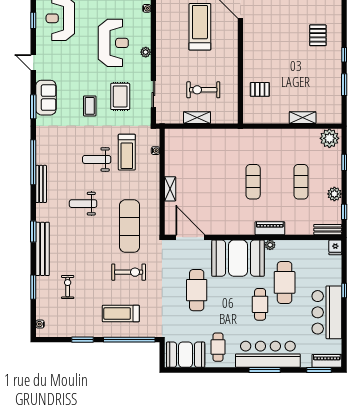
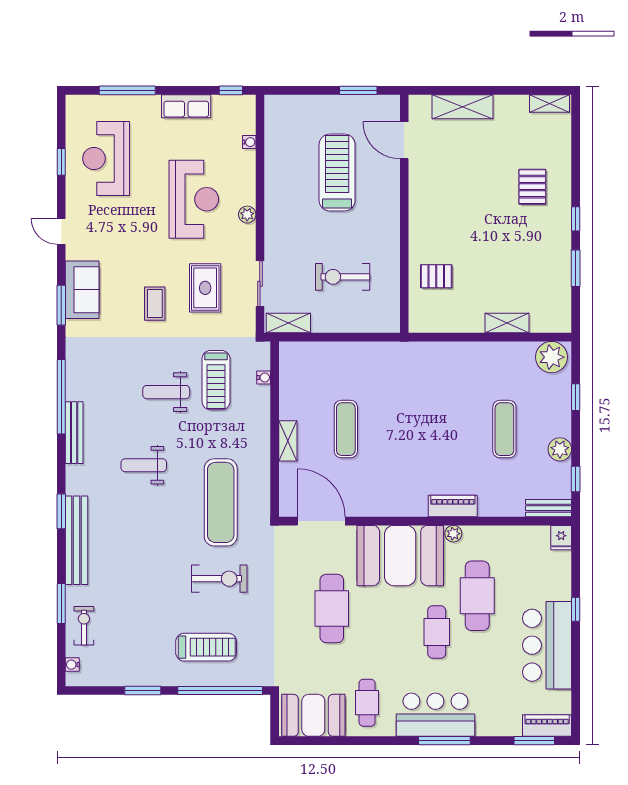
shelving: (197, 118) -> (288, 323), moved
exercise mat: (253, 182) -> (346, 429), moved
exercise bike: (68, 287) -> (84, 626), moved
treadmill: (121, 313) -> (206, 647), turned 180
bar counter: (268, 354) -> (435, 715), width x0.73

